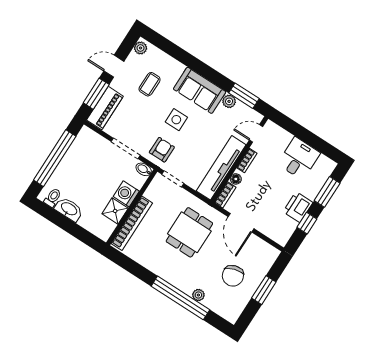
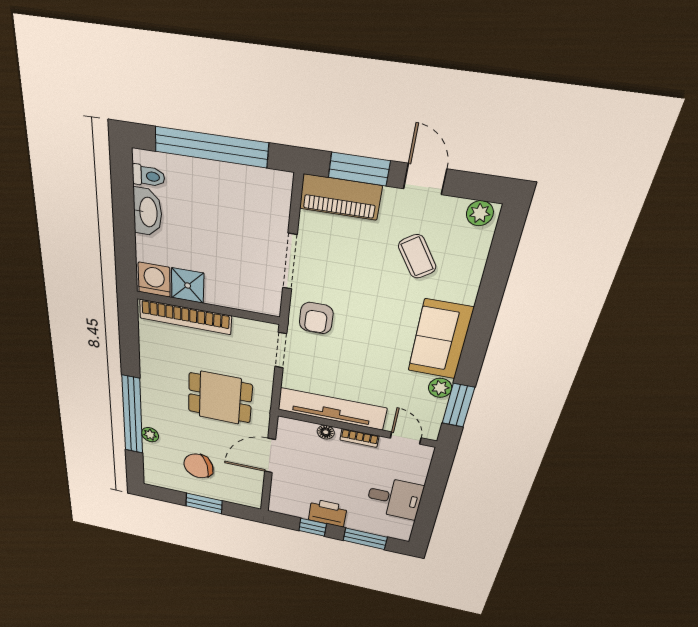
coffee table: (150, 84) -> (417, 256), turned 56
side table: (176, 120) -> (375, 322), removed
armchair: (162, 150) -> (316, 318), turned 90
bidet: (144, 169) -> (272, 303), removed
washing machine: (126, 194) -> (154, 280), moved
bookcase: (225, 195) -> (296, 426), removed

